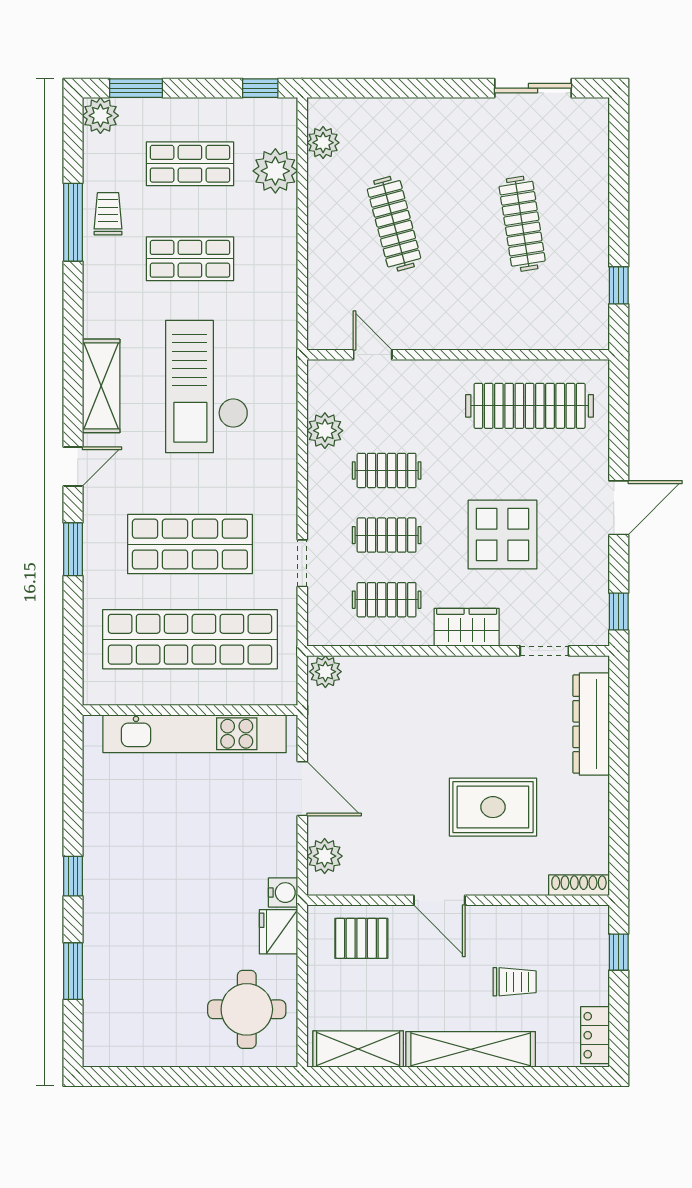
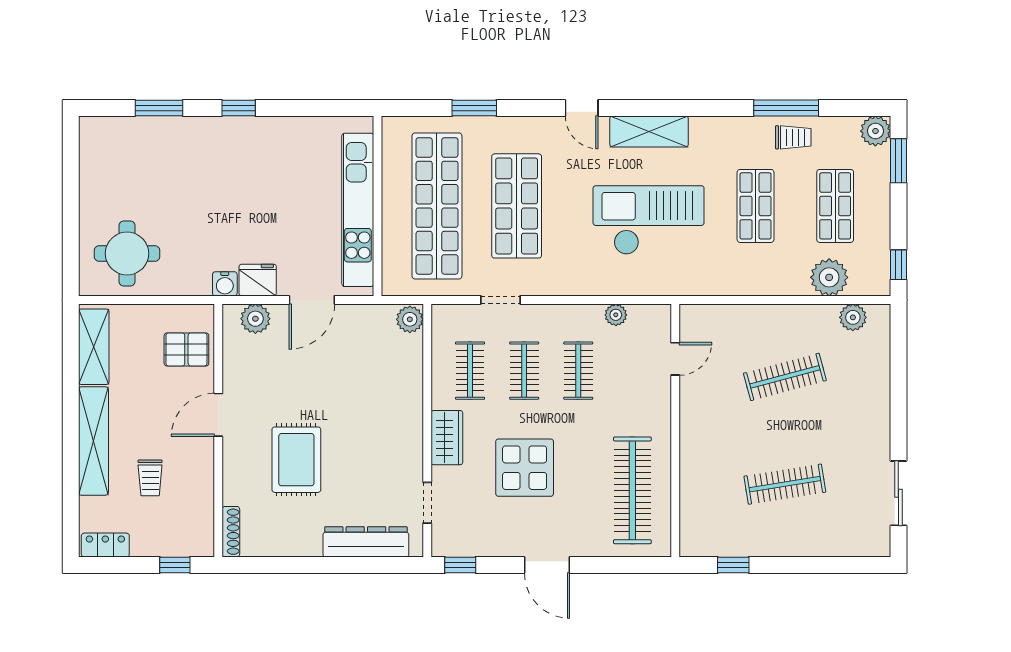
plant: (325, 431) -> (616, 315), width x0.73, depth x0.73
window: (73, 549) -> (474, 108), moved
fridge: (278, 932) -> (258, 280), moved
pallet: (361, 938) -> (186, 349), turned 90

